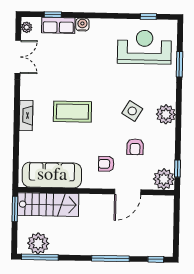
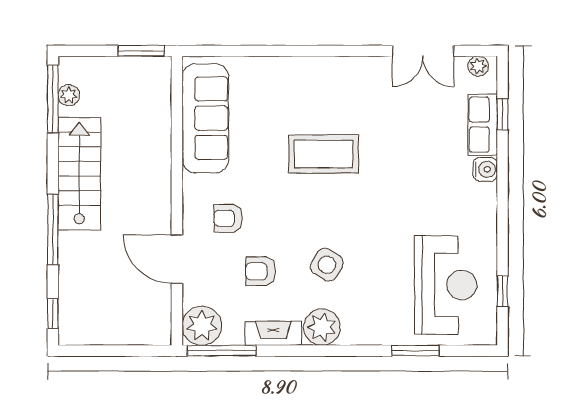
coffee table: (72, 112) -> (324, 154), turned 90
fireplace: (26, 115) -> (273, 333), moved, turned 180
armchair: (106, 164) -> (228, 218), turned -90
window: (177, 169) -> (222, 351), width x2.17
stairs: (48, 205) -> (79, 174), moved, turned 180
plant: (38, 243) -> (69, 95), width x0.53, depth x0.53

